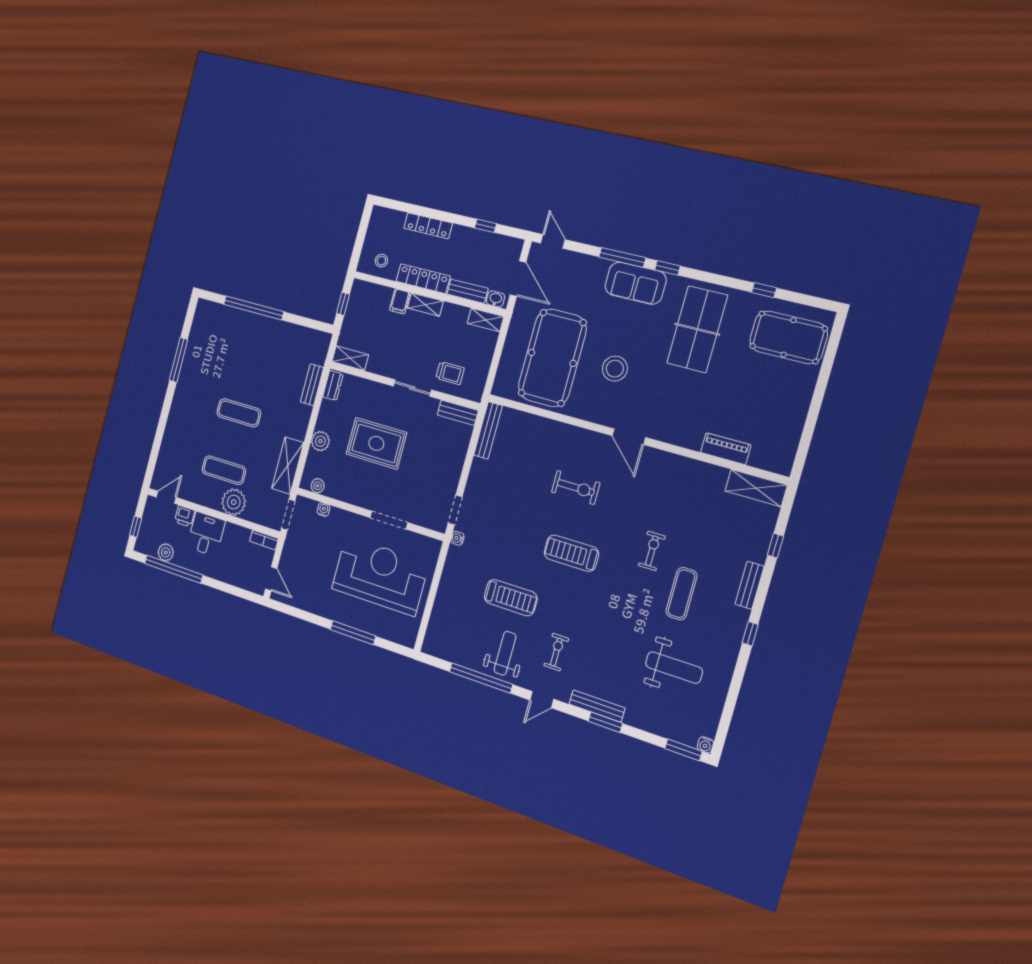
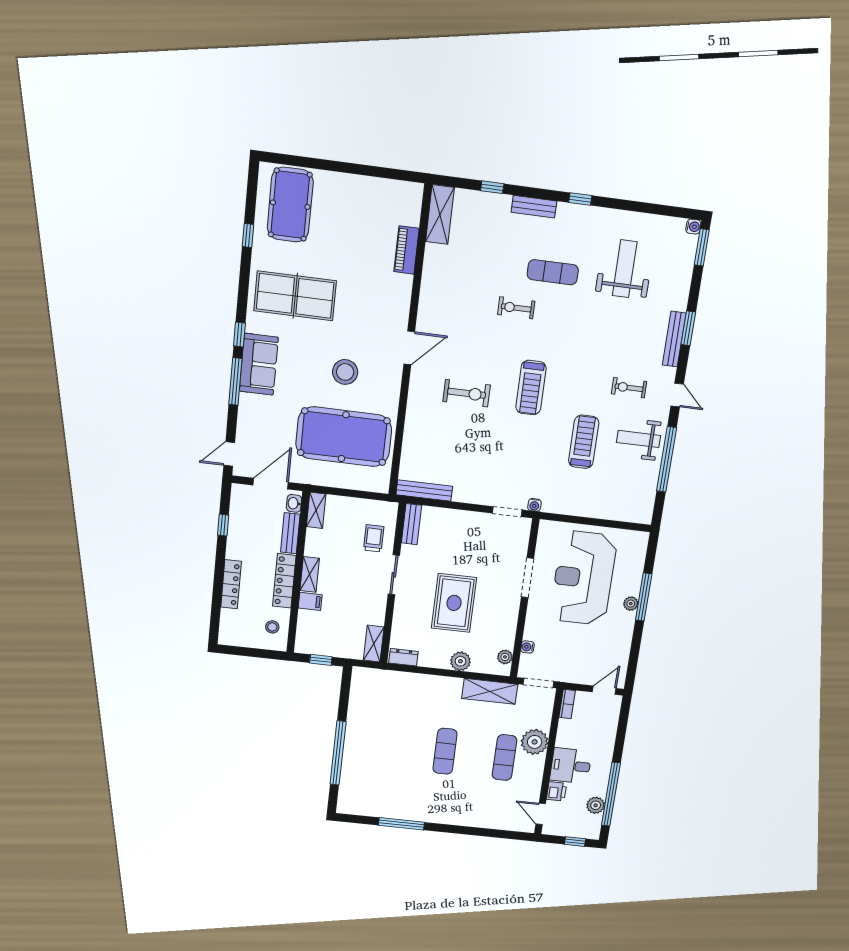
bench: (312, 385) -> (406, 679), removed
exercise bike: (576, 487) -> (467, 393), turned 90
plant: (349, 619) -> (631, 604), added

